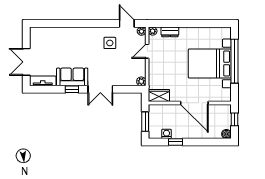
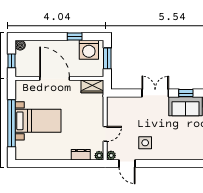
bed with nightstands: (210, 63) -> (38, 121), width x0.73
plant: (141, 81) -> (111, 102), removed
washing machine: (166, 134) -> (89, 50), width x1.89, depth x1.89

